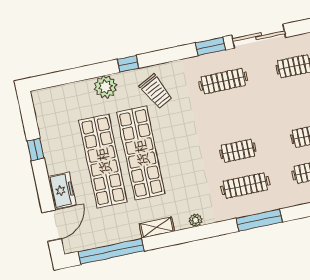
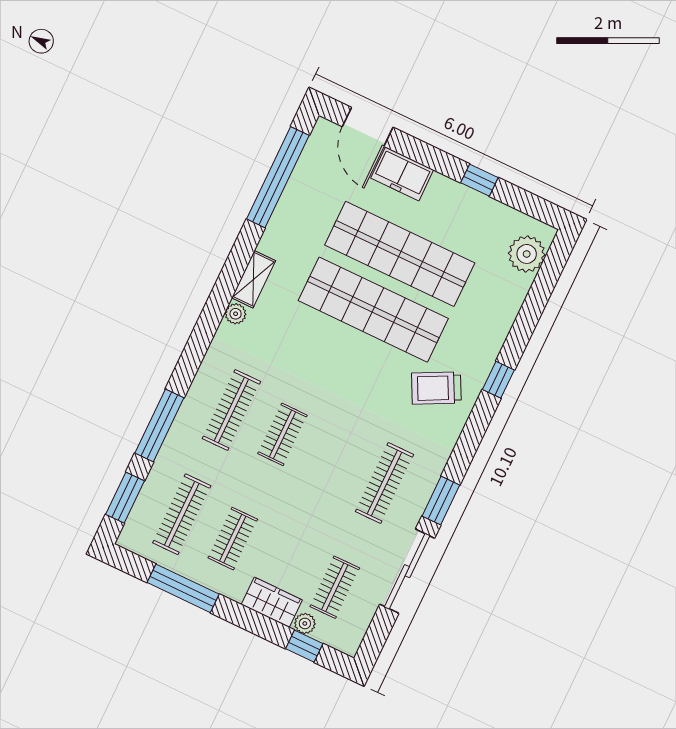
plant: (105, 87) -> (527, 254), moved
window: (259, 220) -> (159, 425), moved
shelving: (157, 228) -> (254, 279), moved

